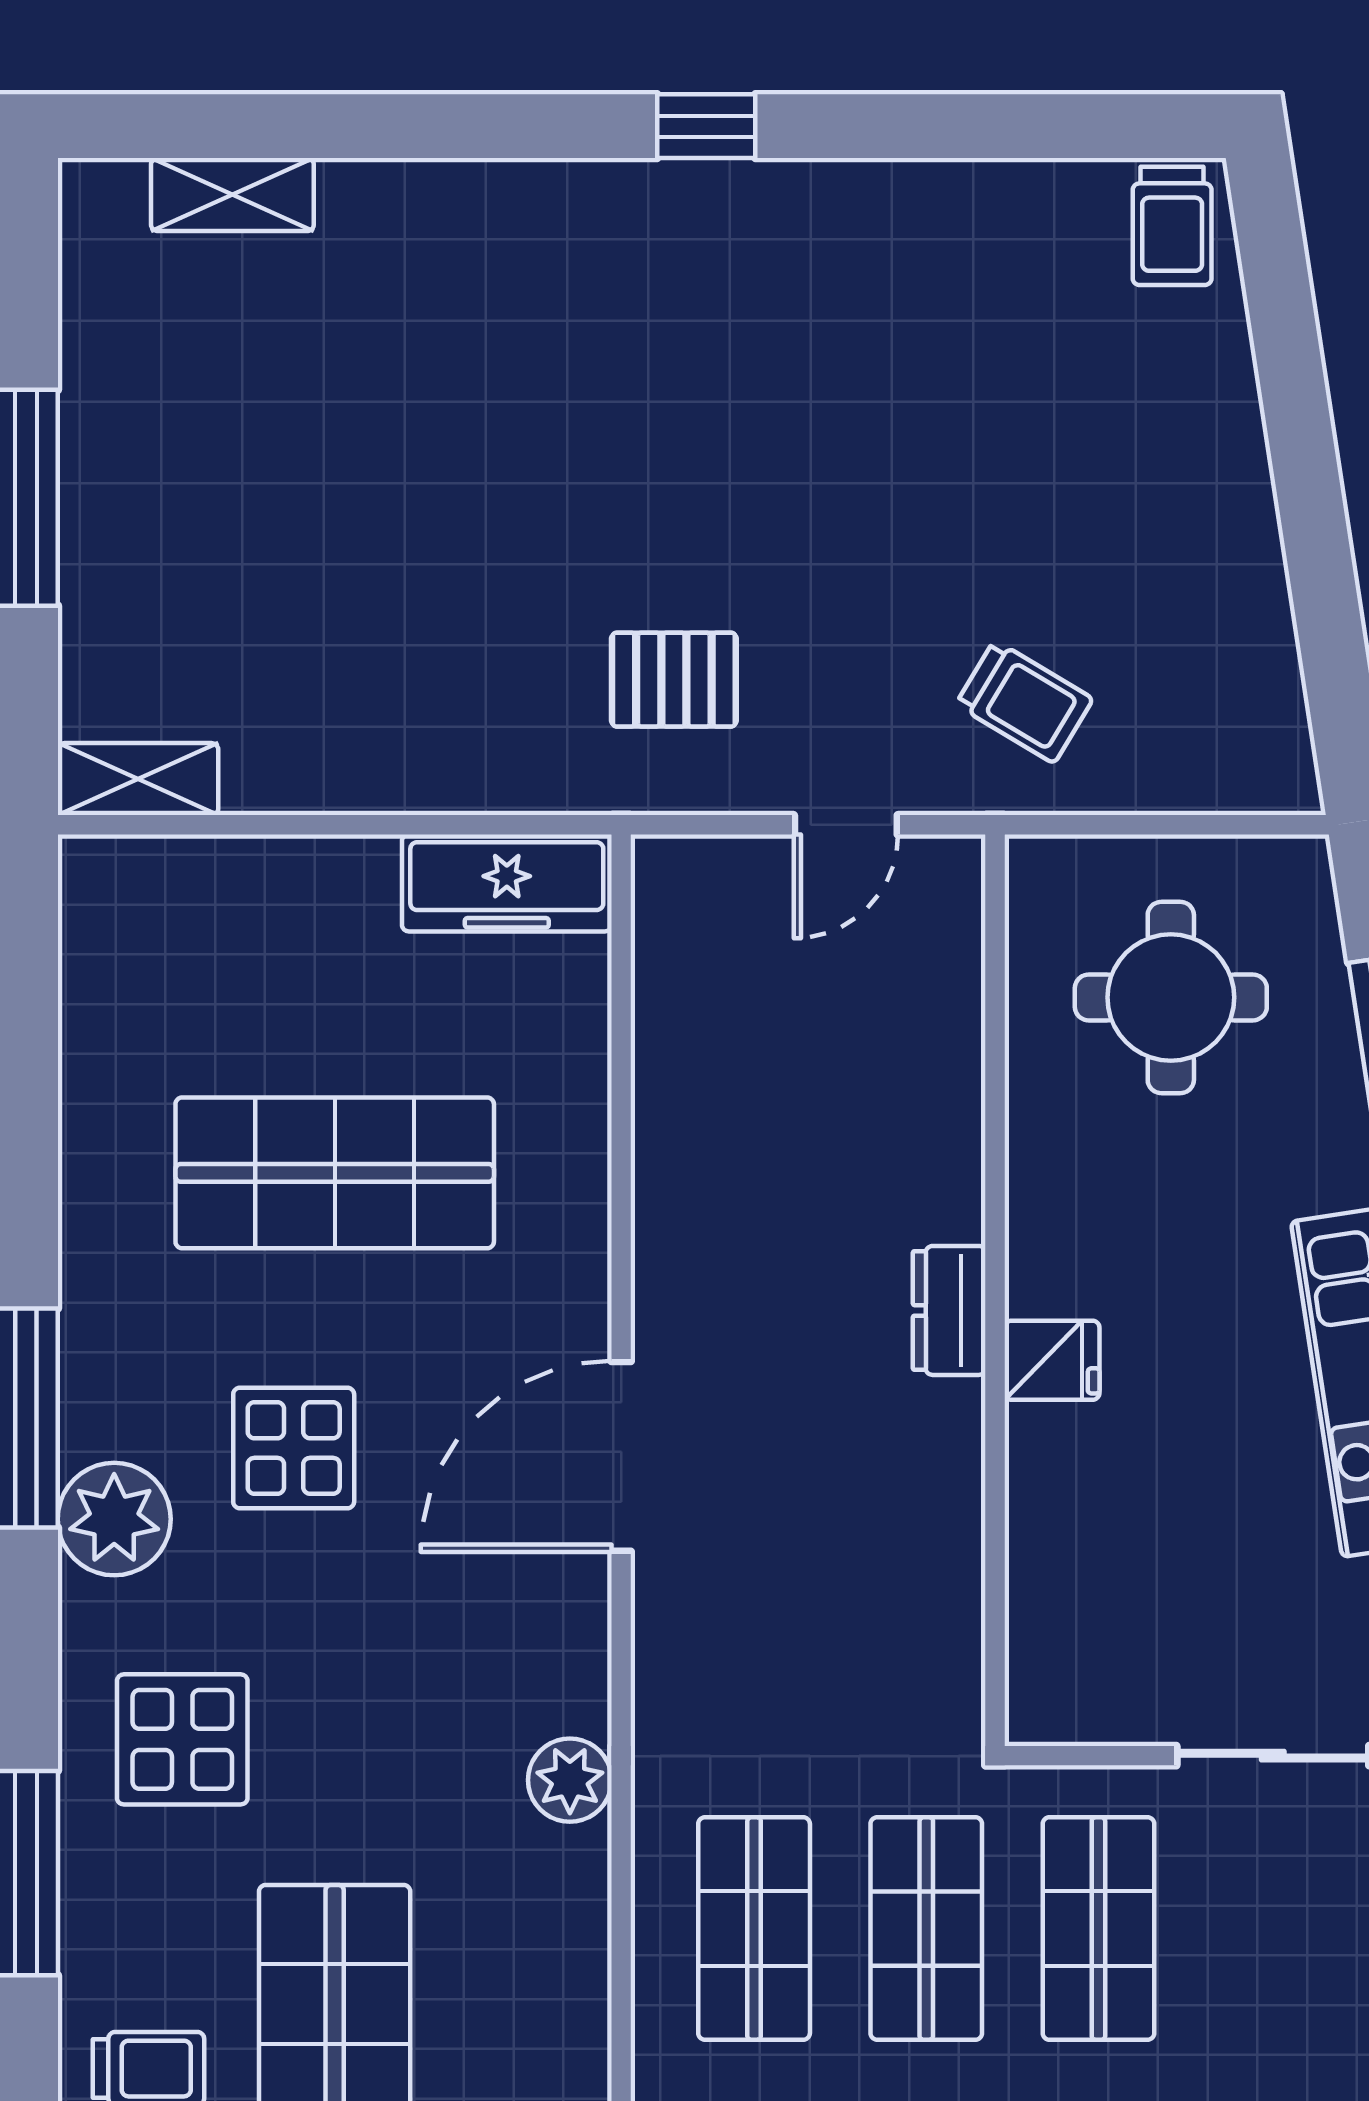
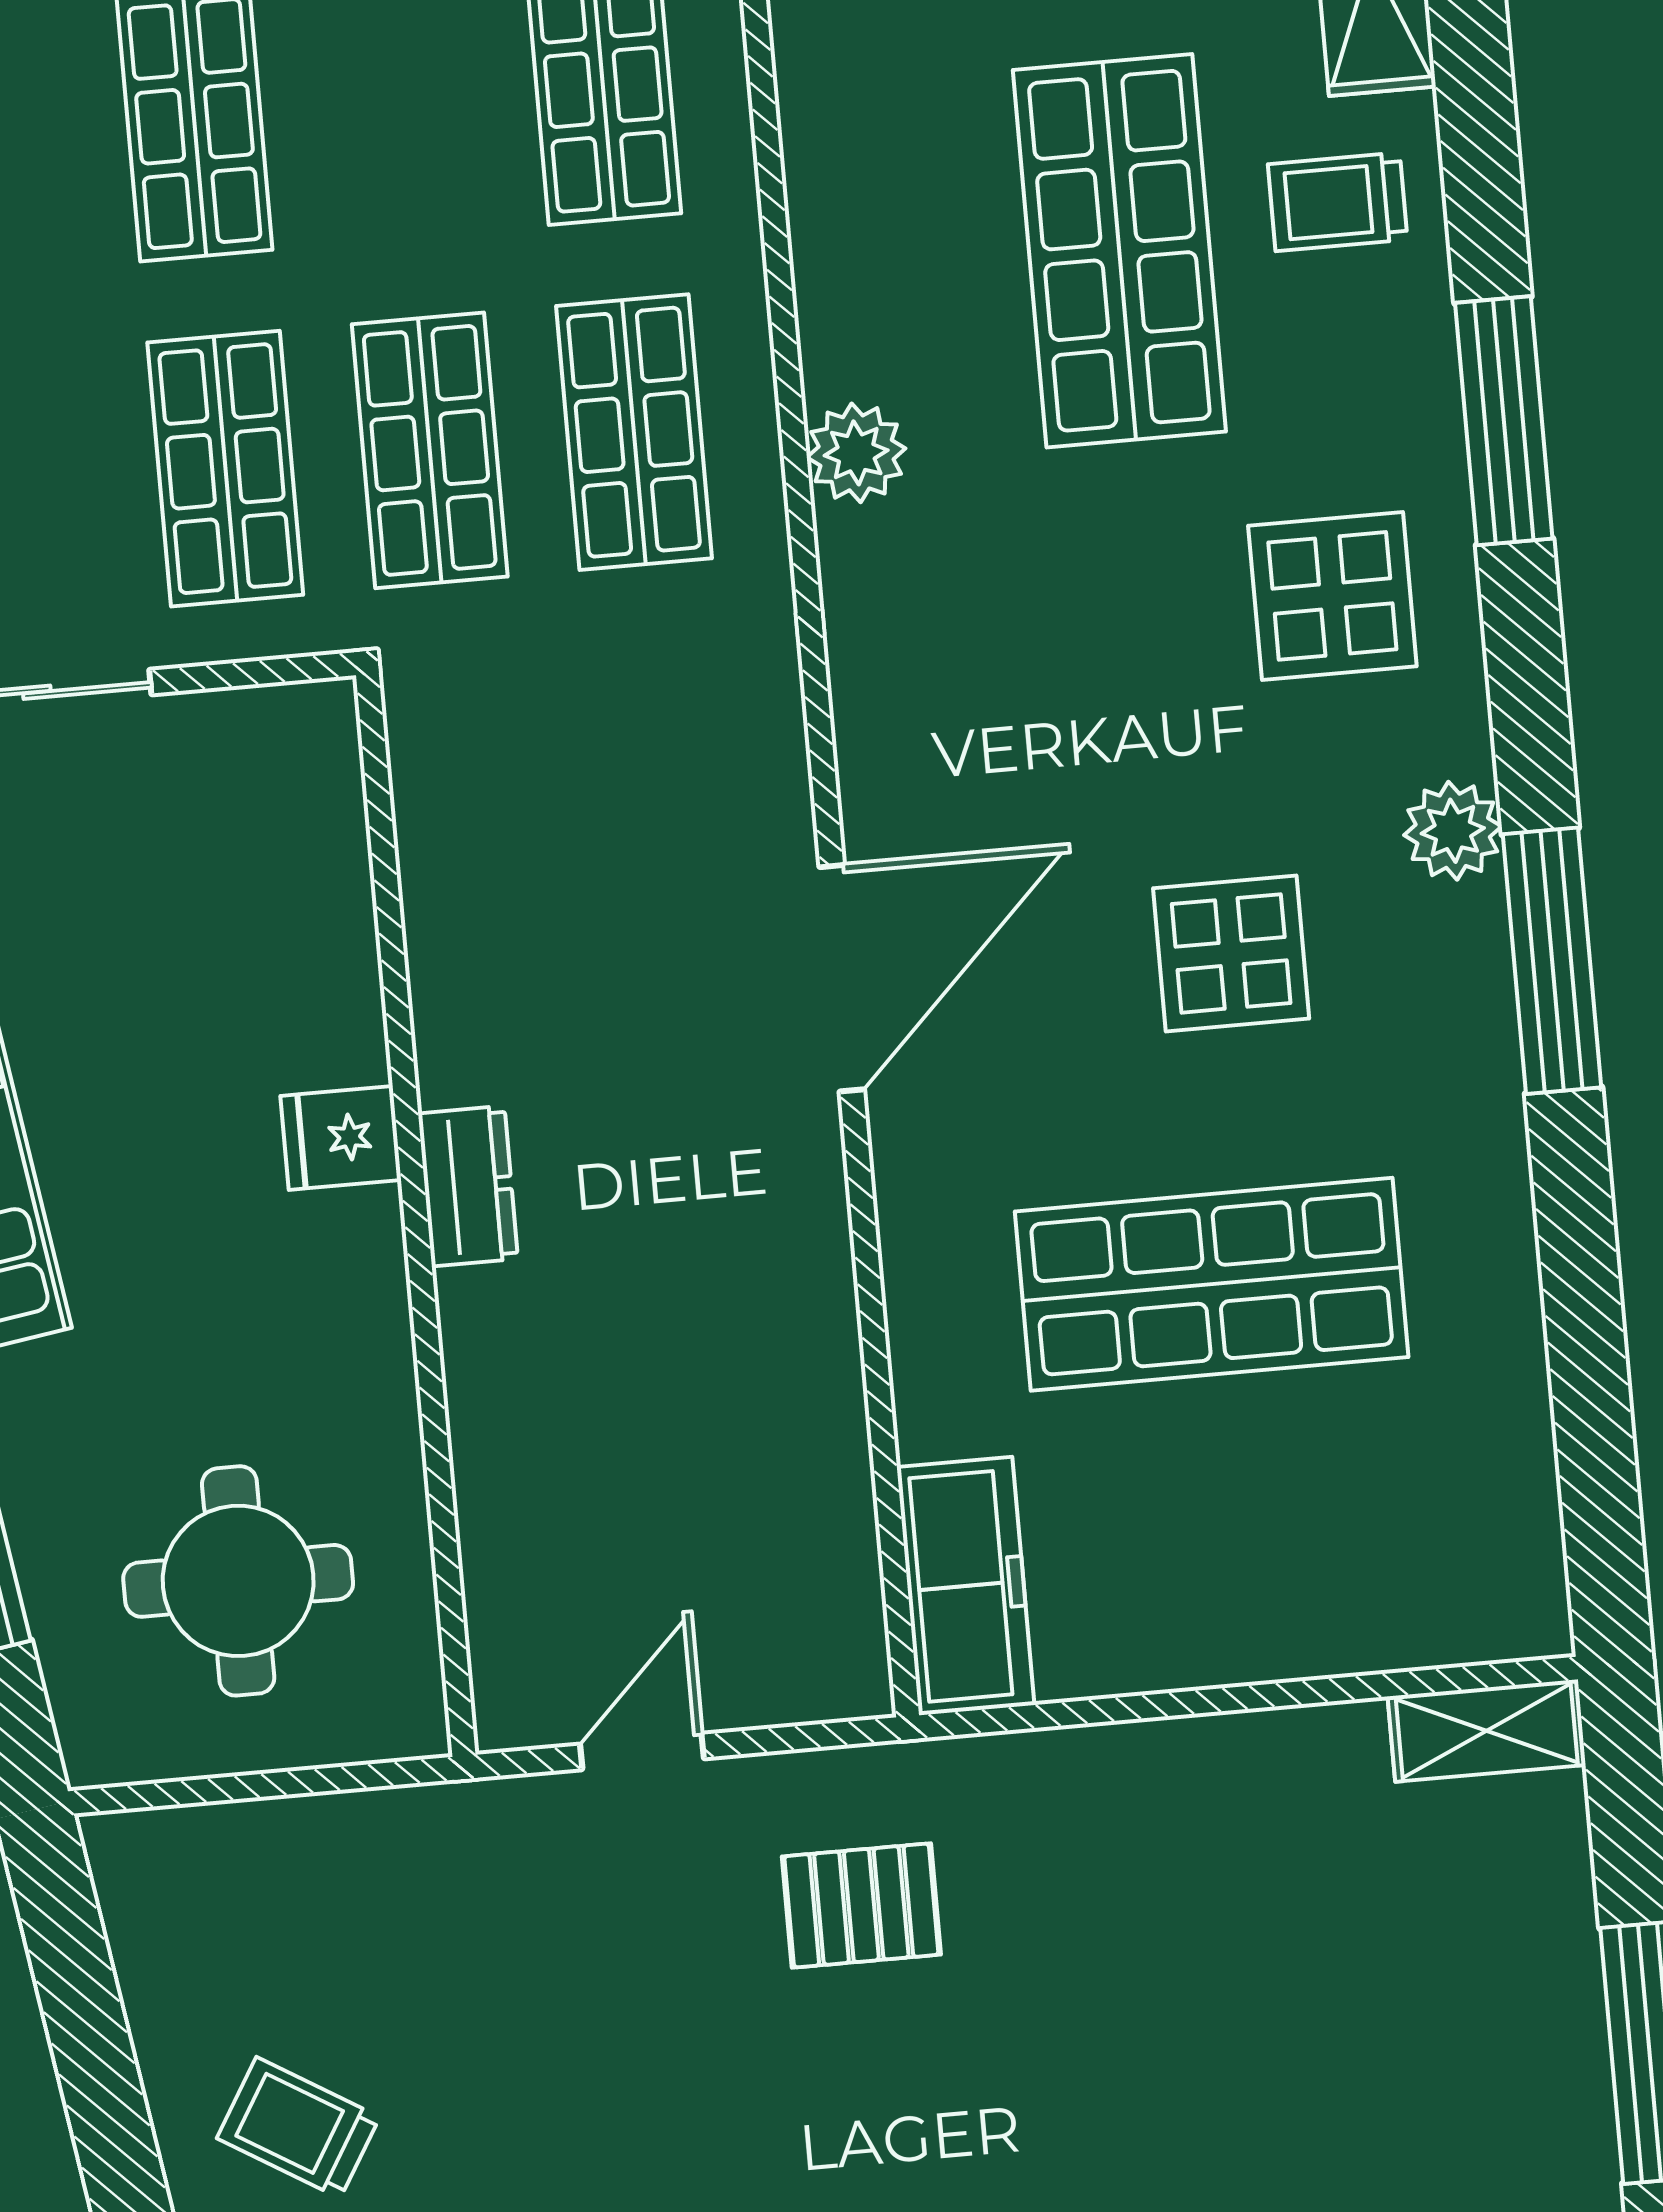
trolley: (1024, 702) -> (298, 2128), moved
freezer: (507, 883) -> (966, 1586), moved, turned 90
plant: (114, 1519) -> (1453, 831), width x0.73, depth x0.73
plant: (570, 1780) -> (856, 453), moved

